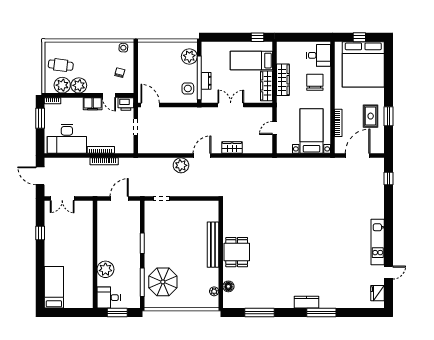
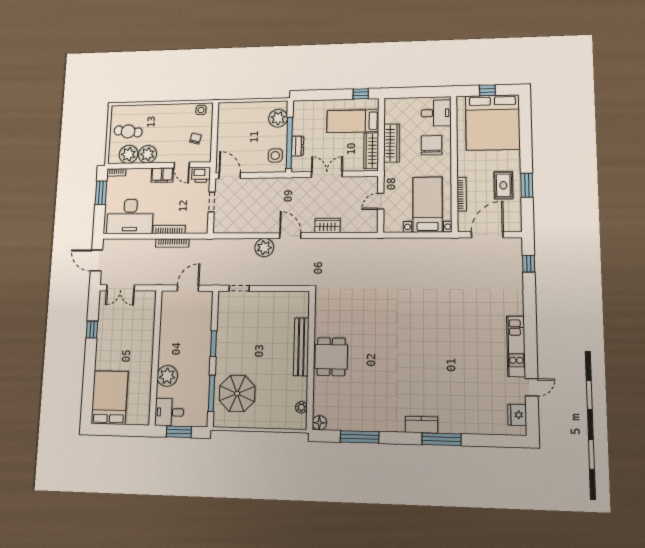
door: (202, 156) -> (290, 236), hinge flipped
floor lamp: (228, 286) -> (319, 423), moved
bed: (54, 287) -> (110, 398), width x1.50

